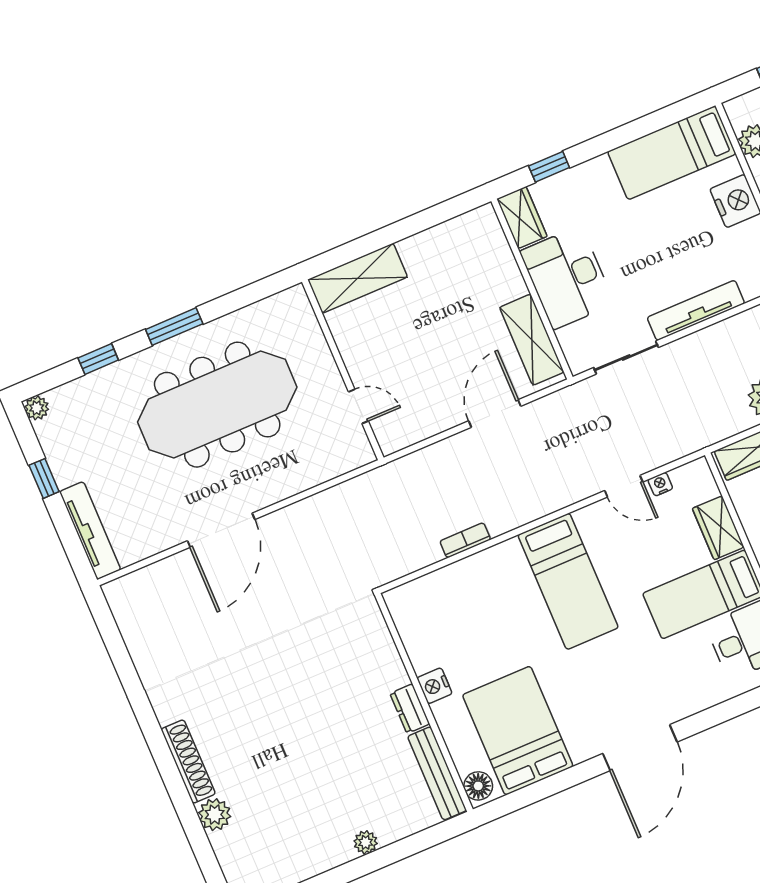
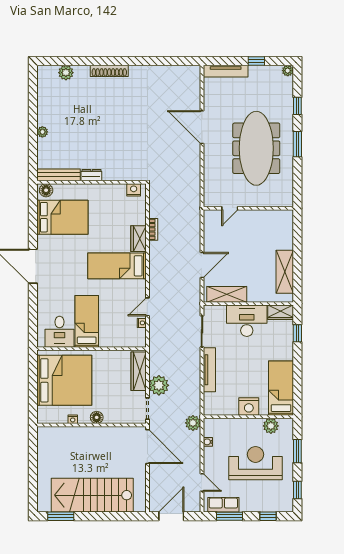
shelving: (358, 278) -> (285, 272), moved
door: (495, 413) -> (202, 265), hinge flipped
wardrobe: (718, 528) -> (138, 239), moved, turned -90
nightstand: (435, 686) -> (134, 190), moved
plant: (215, 815) -> (66, 73), moved

